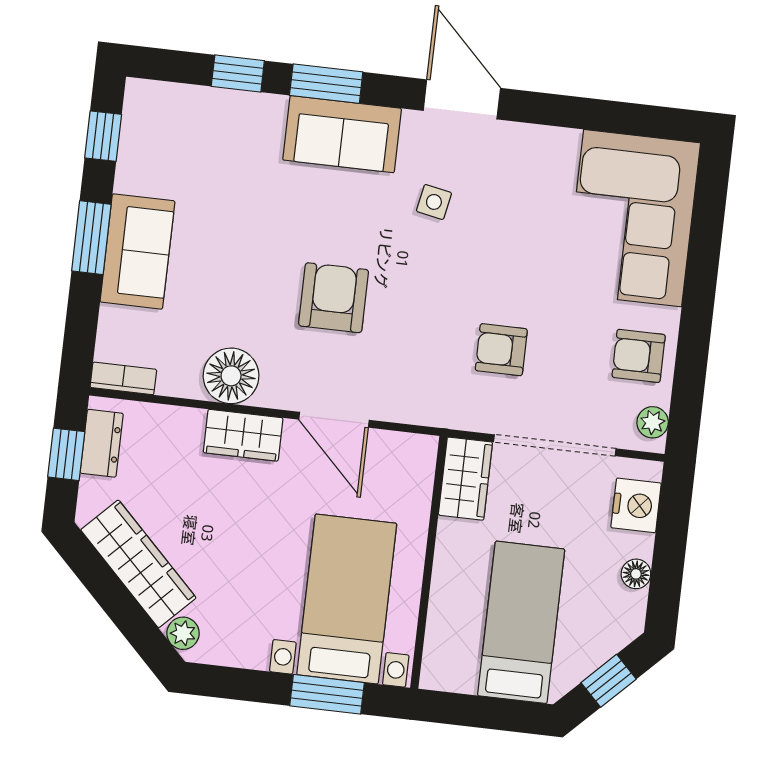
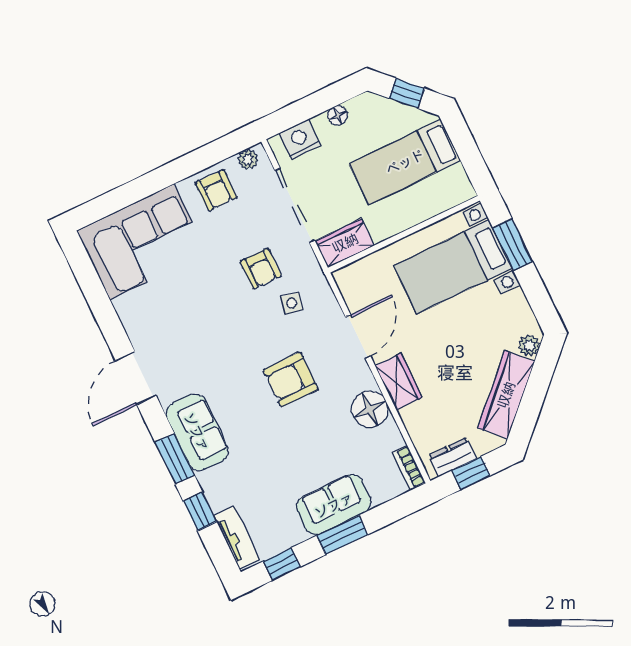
tv unit: (174, 100) -> (237, 538), added
side table: (434, 202) -> (292, 303), moved

